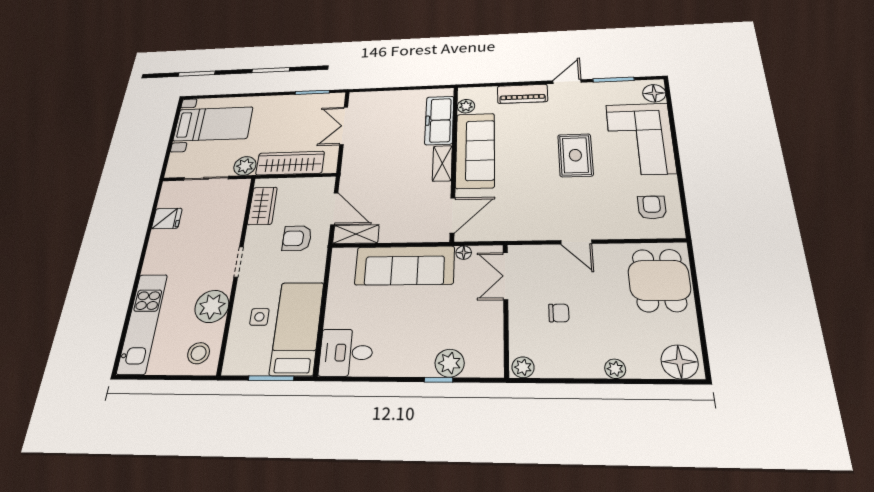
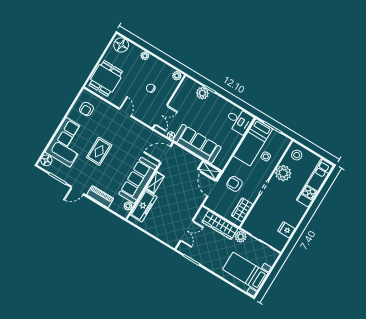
armchair: (297, 238) -> (234, 184), turned 180

